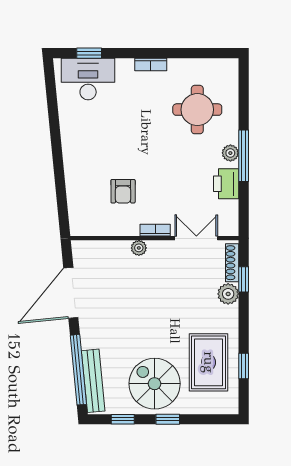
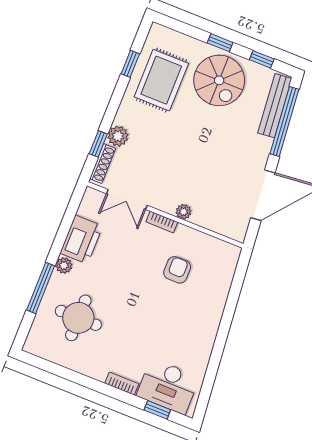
bookcase: (151, 64) -> (122, 384), moved
window: (244, 156) -> (41, 288), moved
printer: (226, 184) -> (81, 240), width x1.37, depth x1.19

